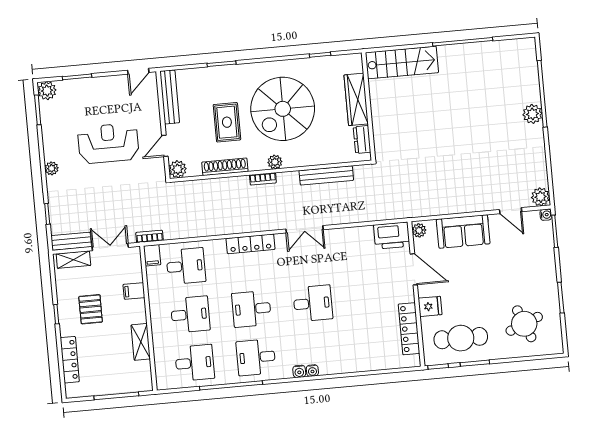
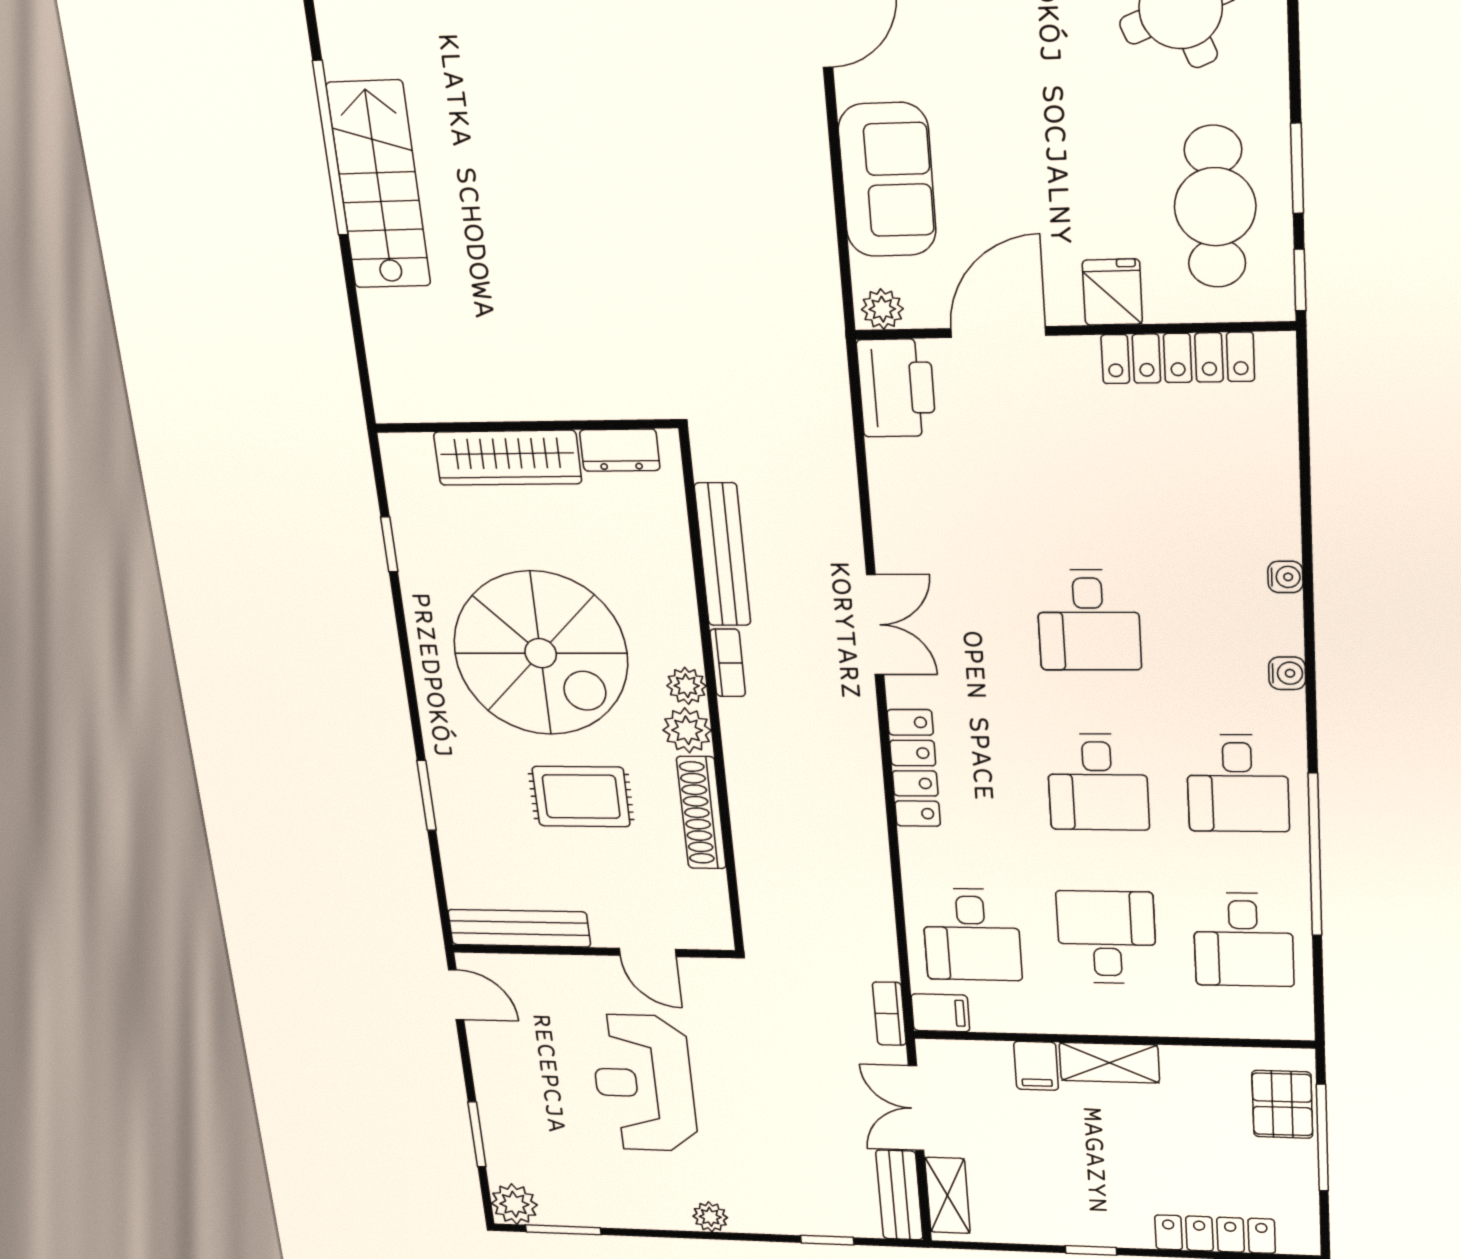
stairs: (402, 62) -> (379, 185), moved
plant: (178, 169) -> (687, 730), moved
bookcase: (263, 179) -> (728, 663), moved
desk: (186, 266) -> (972, 935), turned 180
desk: (313, 303) -> (1089, 620), turned 180
pallet: (91, 309) -> (1282, 1104), moved, turned 90
shelving: (141, 342) -> (1109, 1063), moved
desk: (195, 363) -> (1244, 940), turned 180
water cooler: (312, 371) -> (1285, 577), moved

